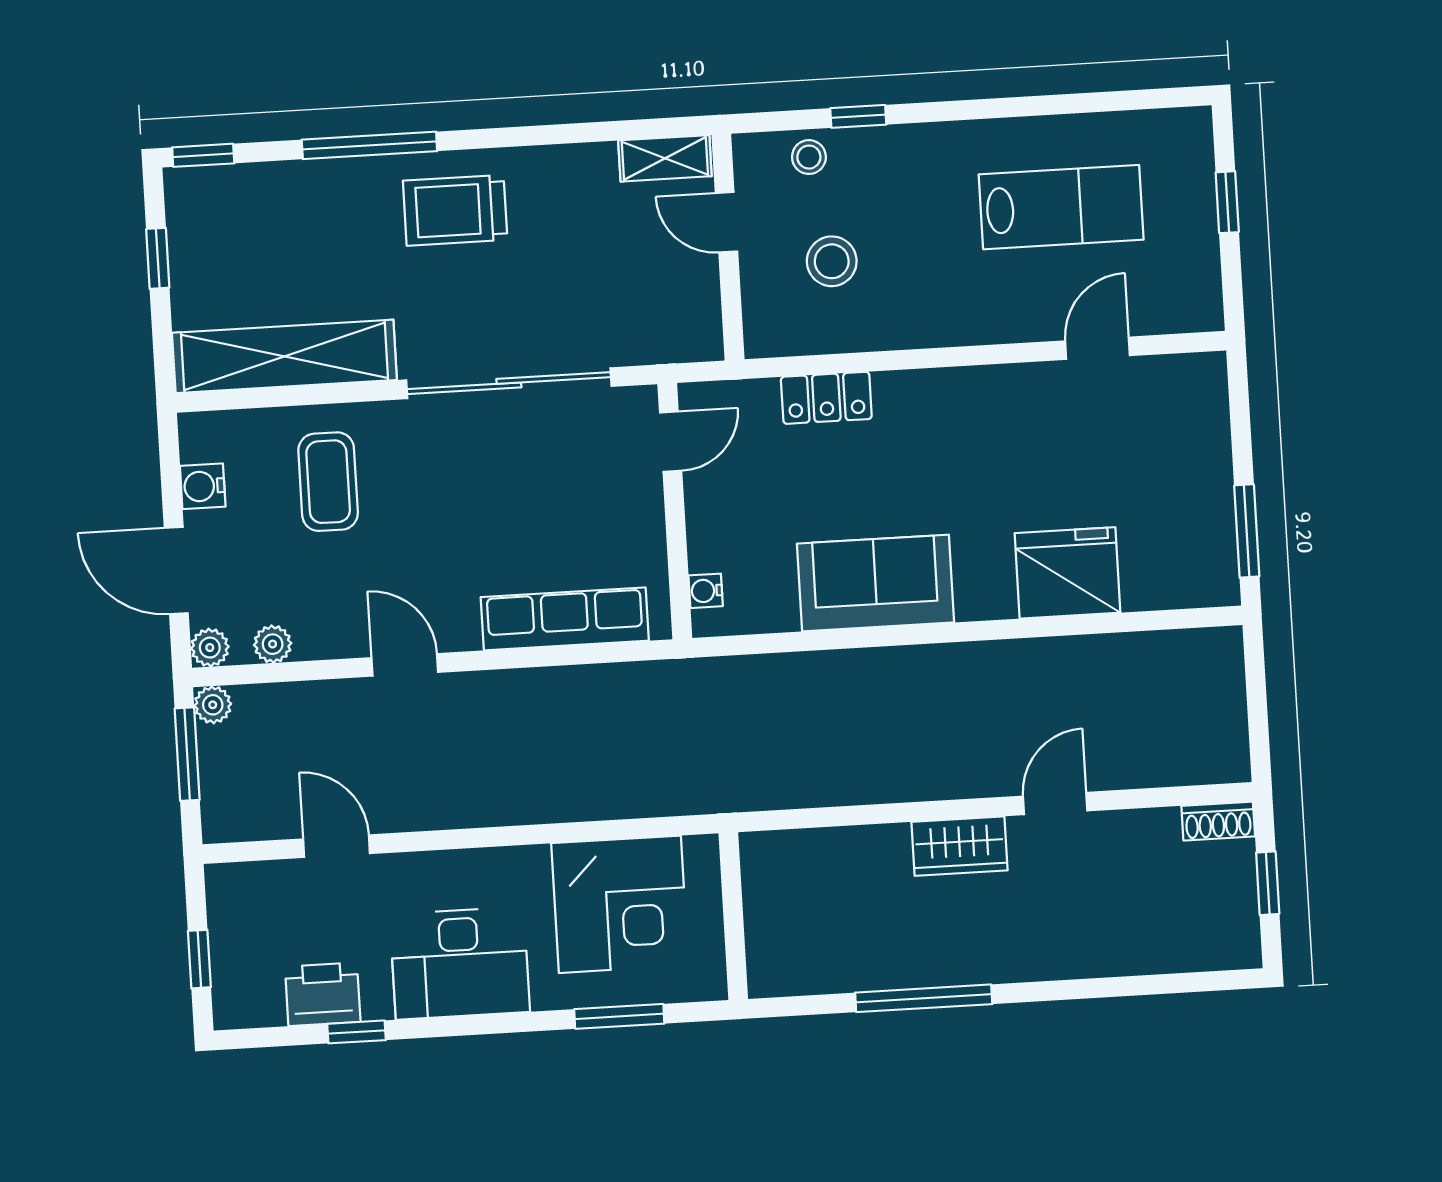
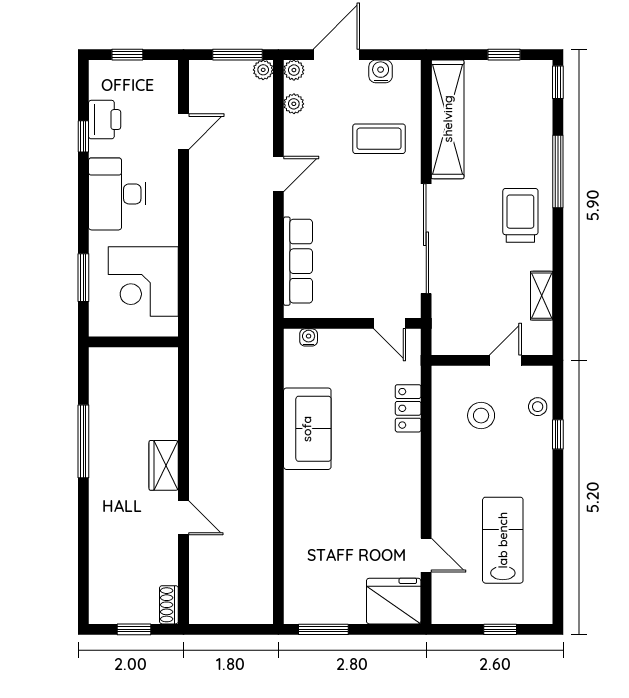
shelving: (665, 158) -> (542, 296), moved
lab bench: (1061, 207) -> (503, 540), turned 180
fridge: (1068, 573) -> (394, 601), moved, turned -90

